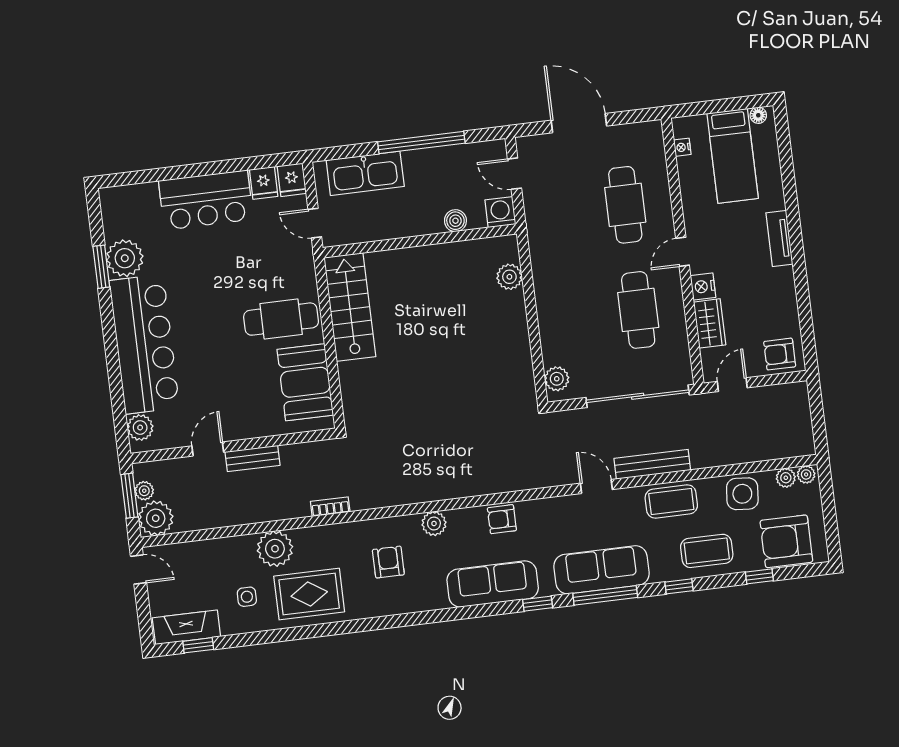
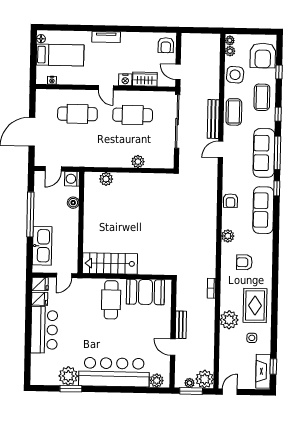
plant: (557, 379) -> (138, 162), moved

